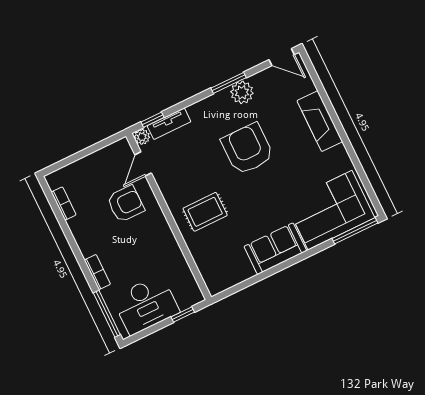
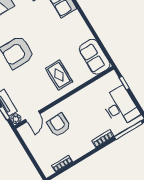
door: (143, 164) -> (33, 117), hinge flipped
sofa: (275, 249) -> (95, 57), moved

